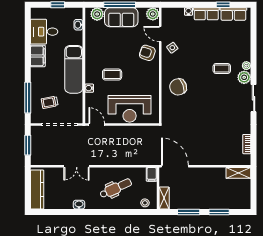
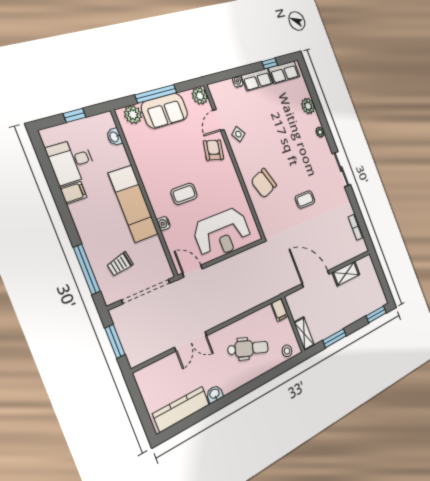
door: (160, 34) -> (218, 120), hinge flipped
armchair: (147, 53) -> (214, 150), turned 84
filing cabinet: (38, 56) -> (73, 193), width x0.50
coffee table: (222, 69) -> (305, 200), moved
plant: (244, 77) -> (308, 106), moved
door: (175, 166) -> (316, 279), moved
shelving: (238, 173) -> (346, 274), moved
dental chair: (116, 188) -> (248, 348), turned 44
kitchen counter: (37, 190) -> (181, 409), moved, turned -90
window: (219, 212) -> (376, 314), moved

